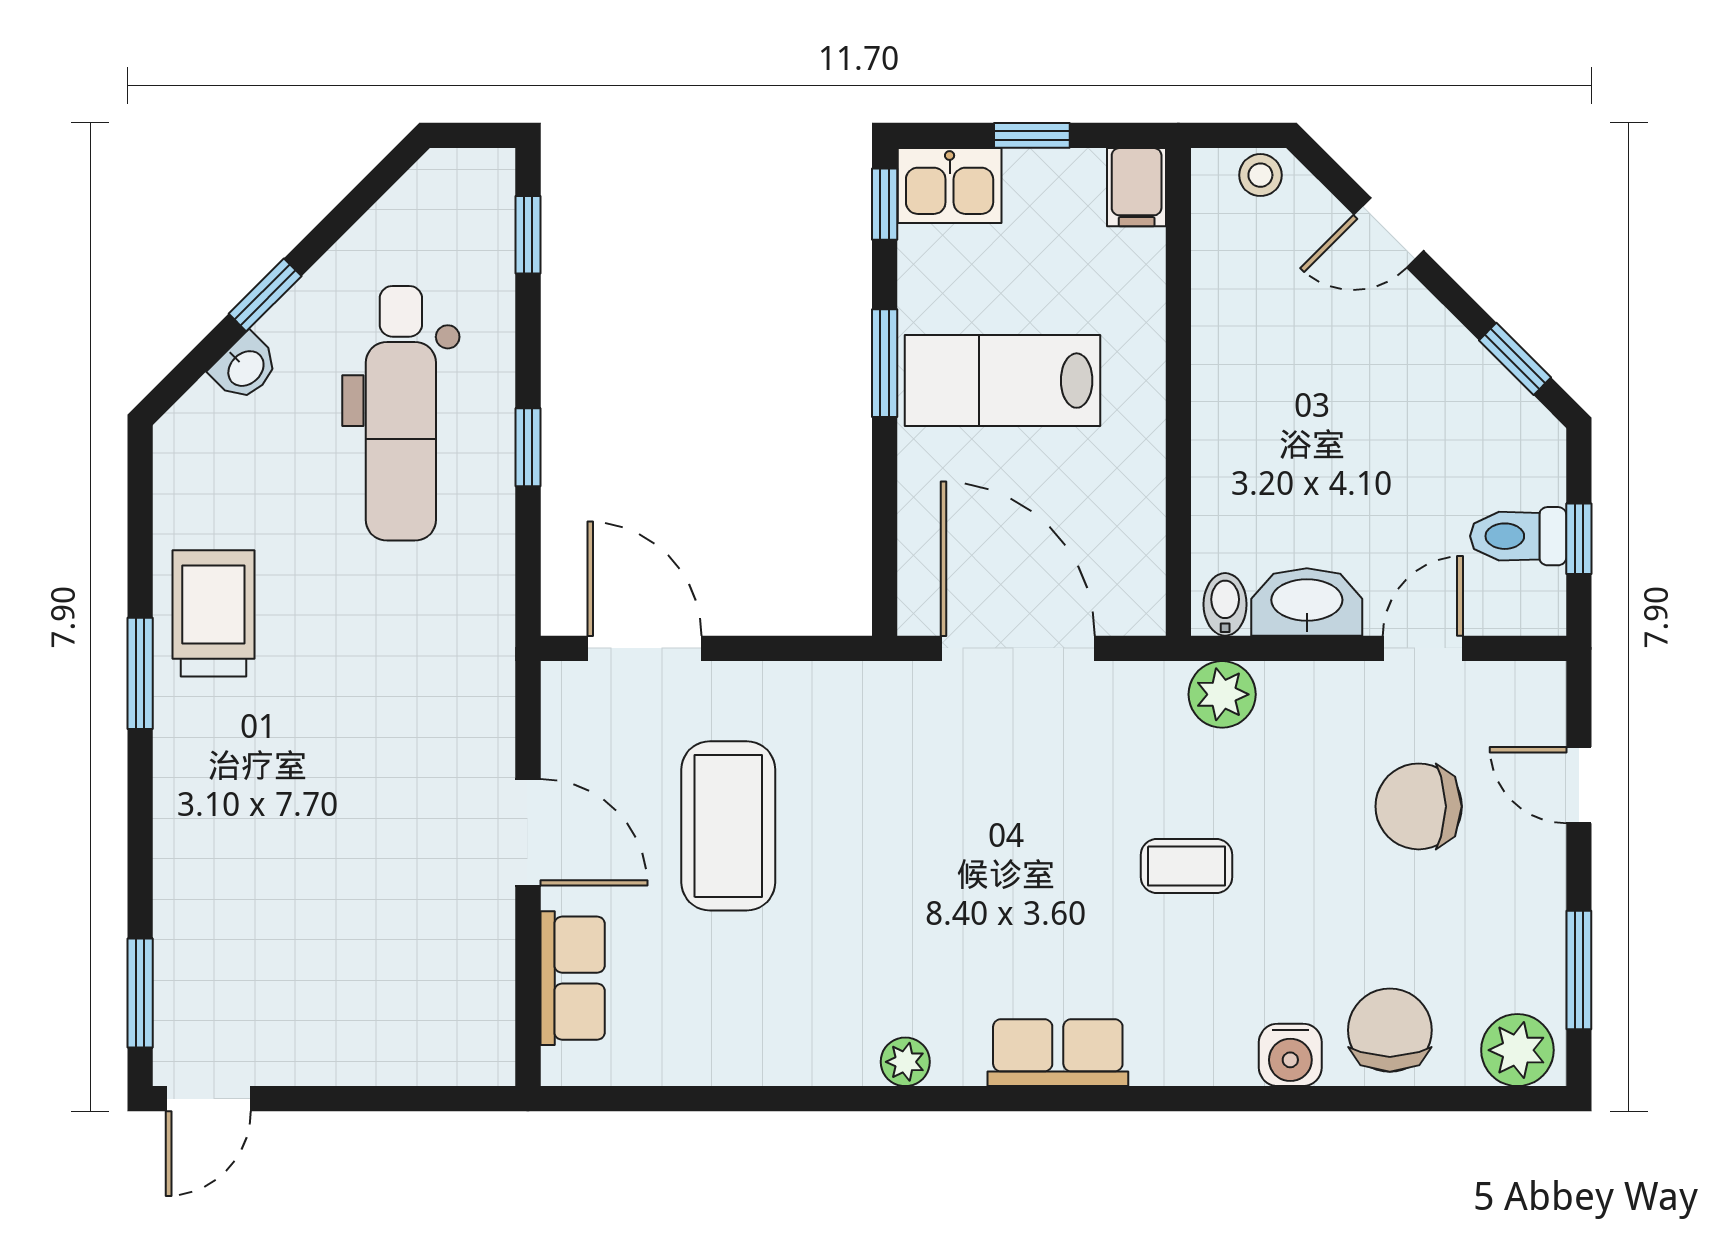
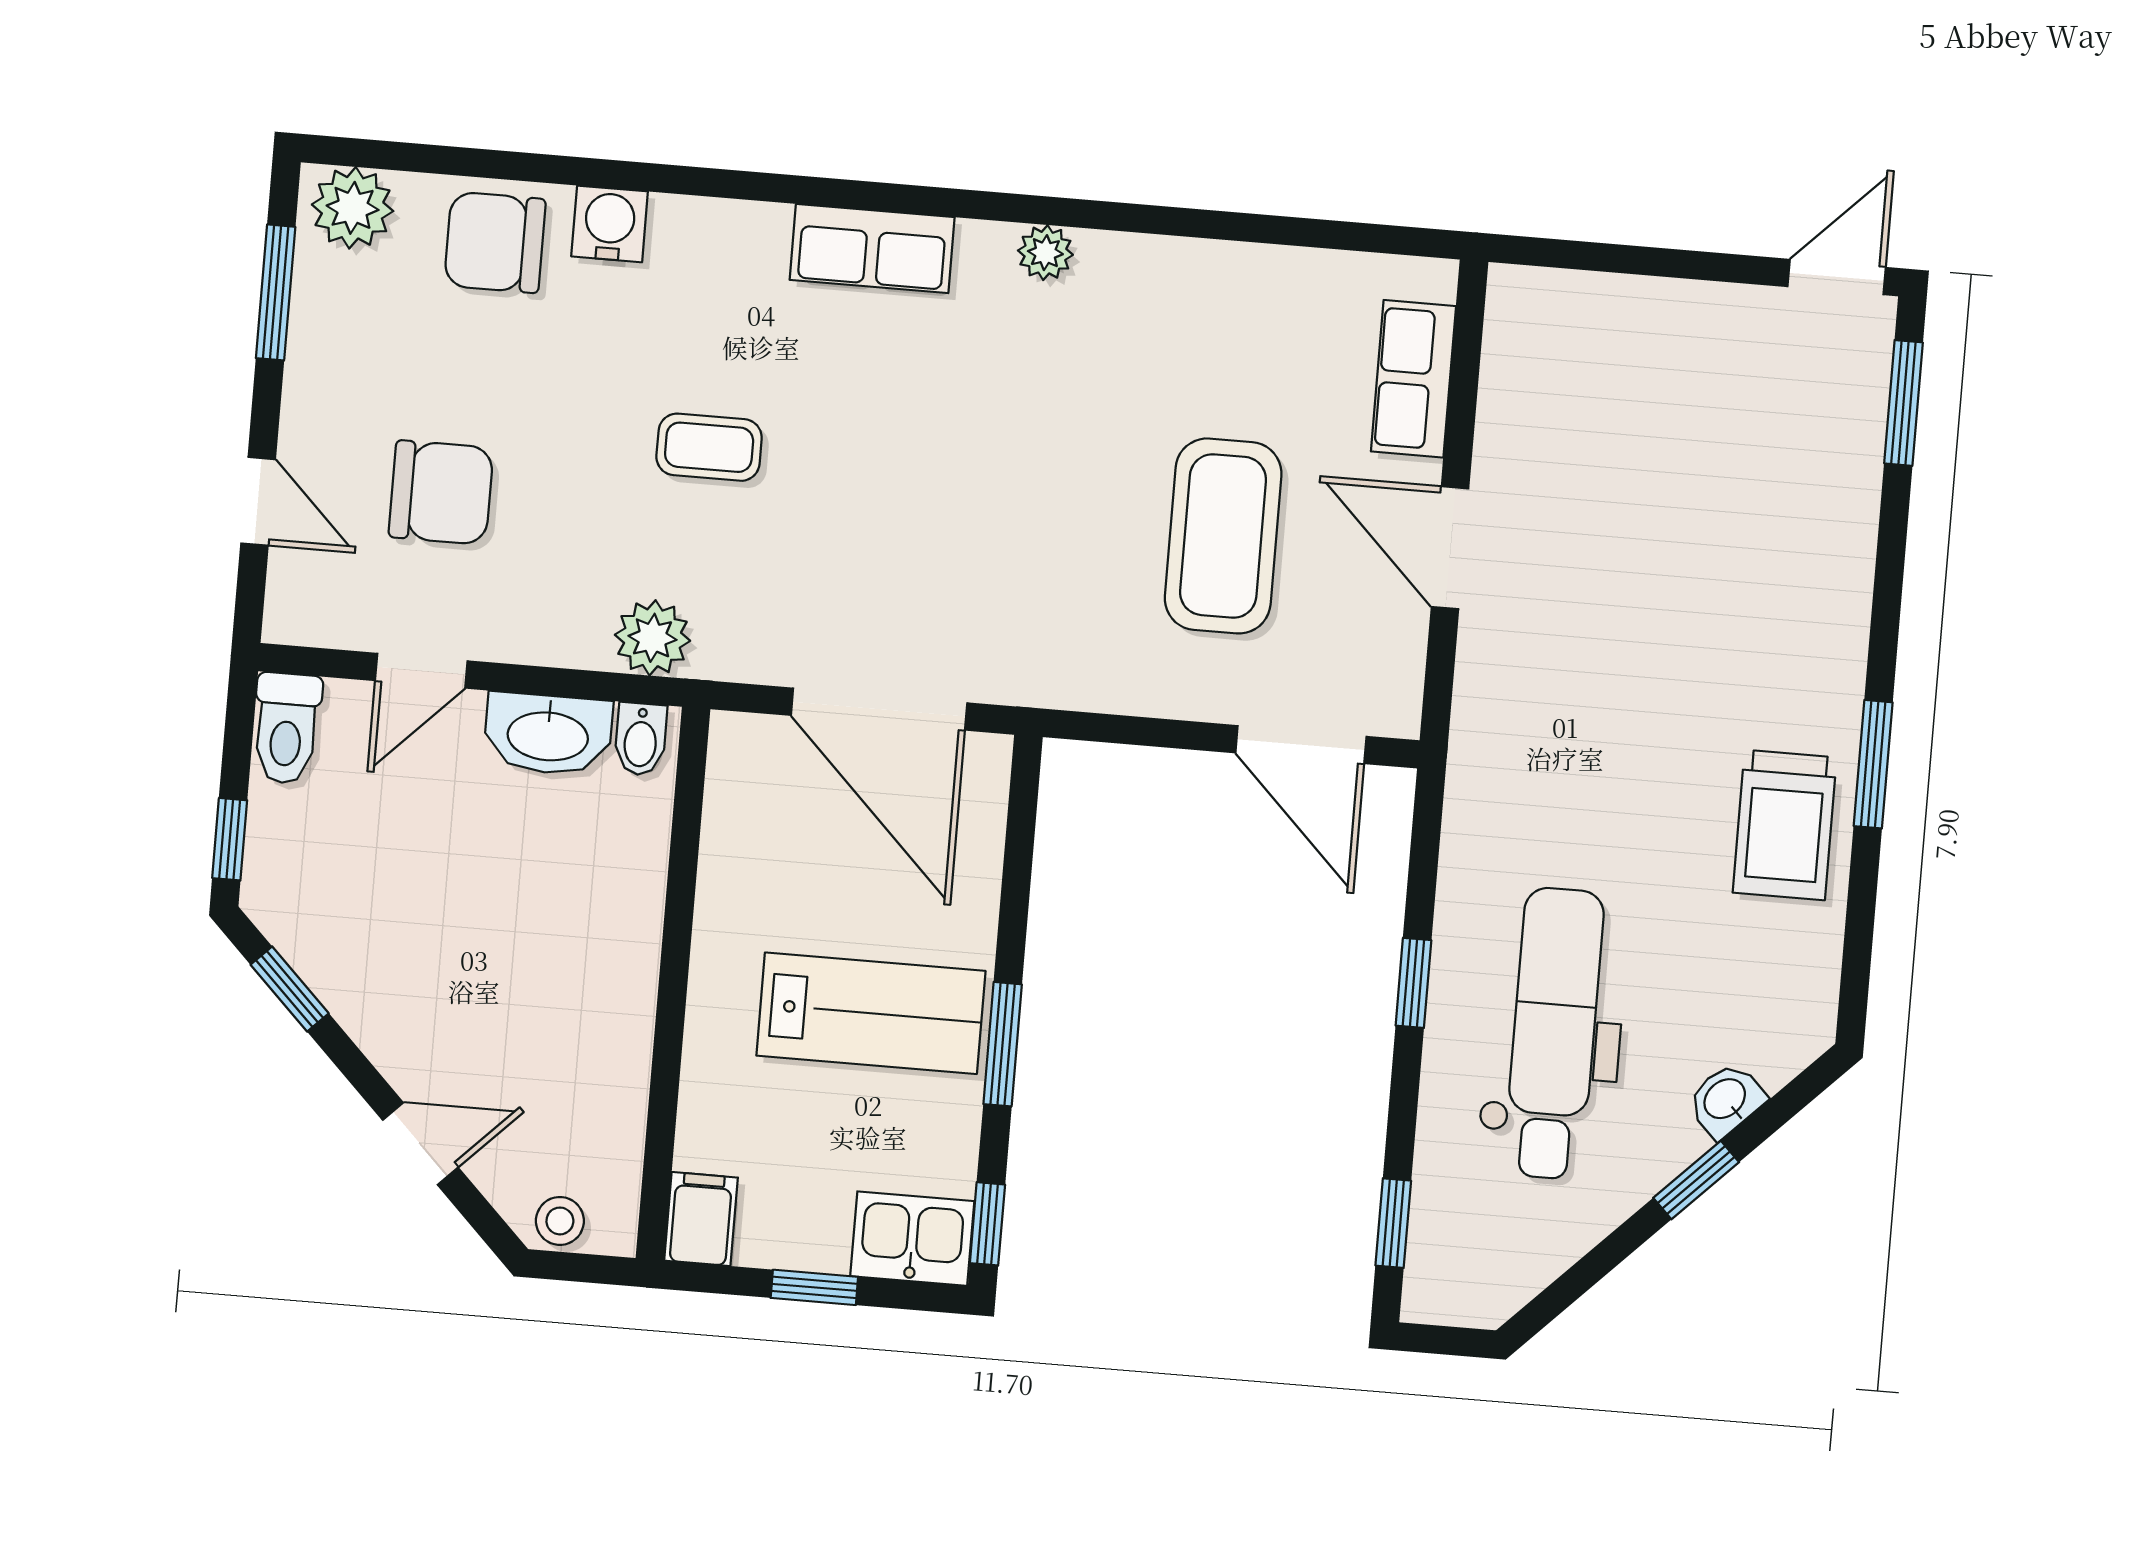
toilet: (1518, 536) -> (286, 728), moved, turned 90
window: (1579, 539) -> (230, 839), moved
chair: (1390, 1030) -> (495, 242), turned 90

